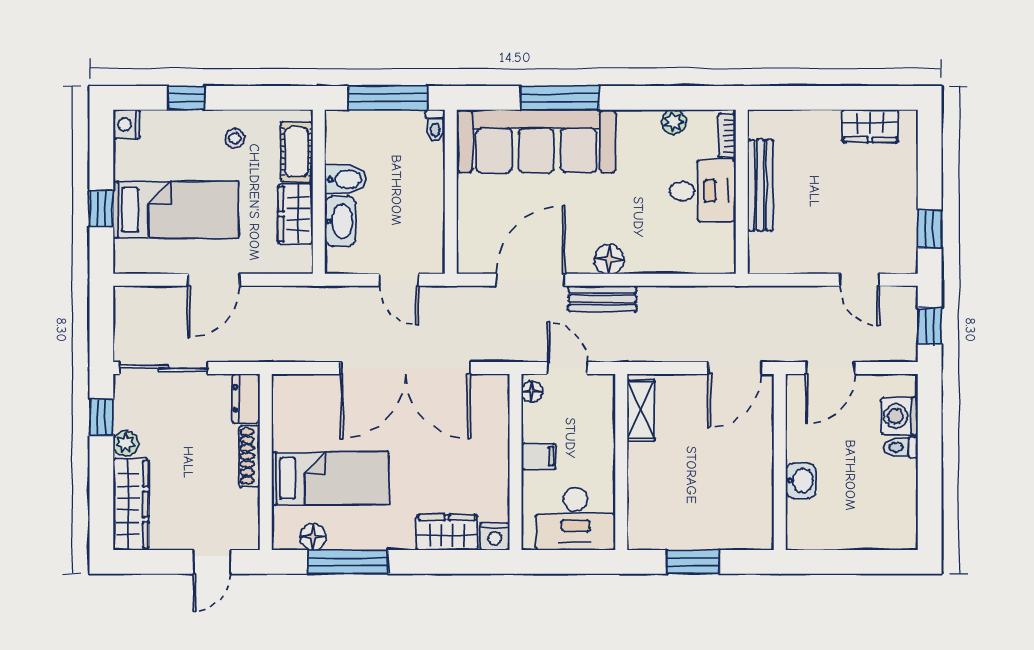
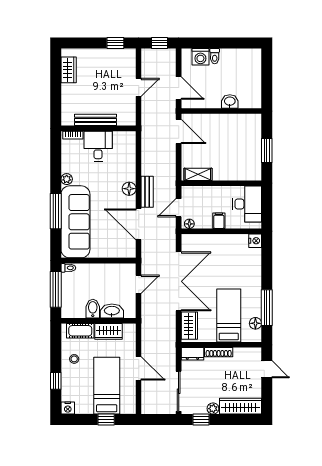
plant: (674, 122) -> (67, 179), moved
door: (860, 280) -> (139, 87), moved
wardrobe: (447, 532) -> (189, 326), moved, turned 180

